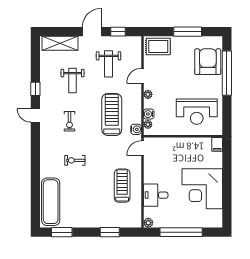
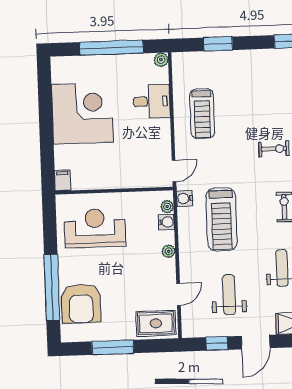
door: (142, 76) -> (178, 294), moved

